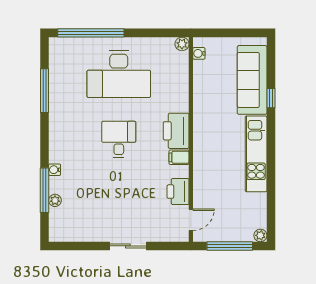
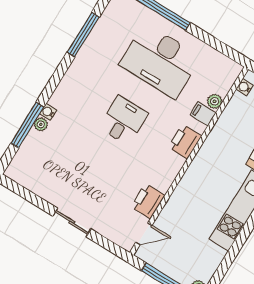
plant: (182, 44) -> (215, 101), moved
printer: (176, 131) -> (185, 142), width x0.73, depth x0.84
filing cabinet: (179, 157) -> (203, 114), moved
plant: (55, 200) -> (41, 124), moved

